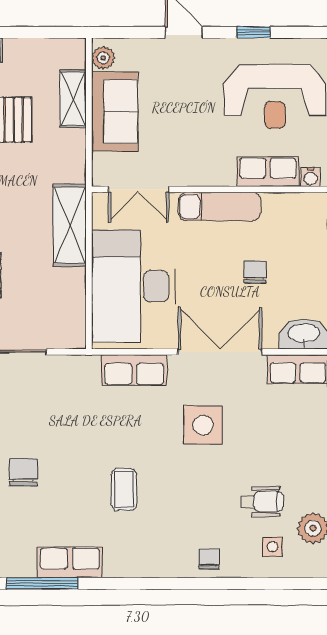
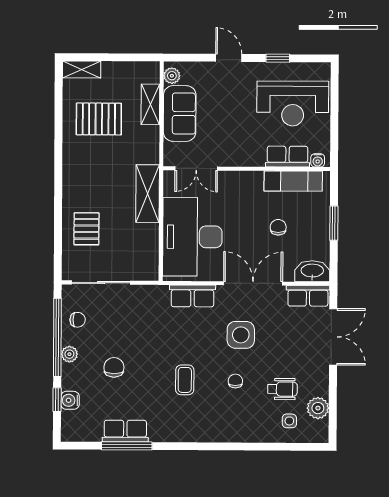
exam couch: (220, 207) -> (293, 181), moved
chair: (209, 559) -> (235, 381), moved
row of seats: (70, 562) -> (125, 431), moved

